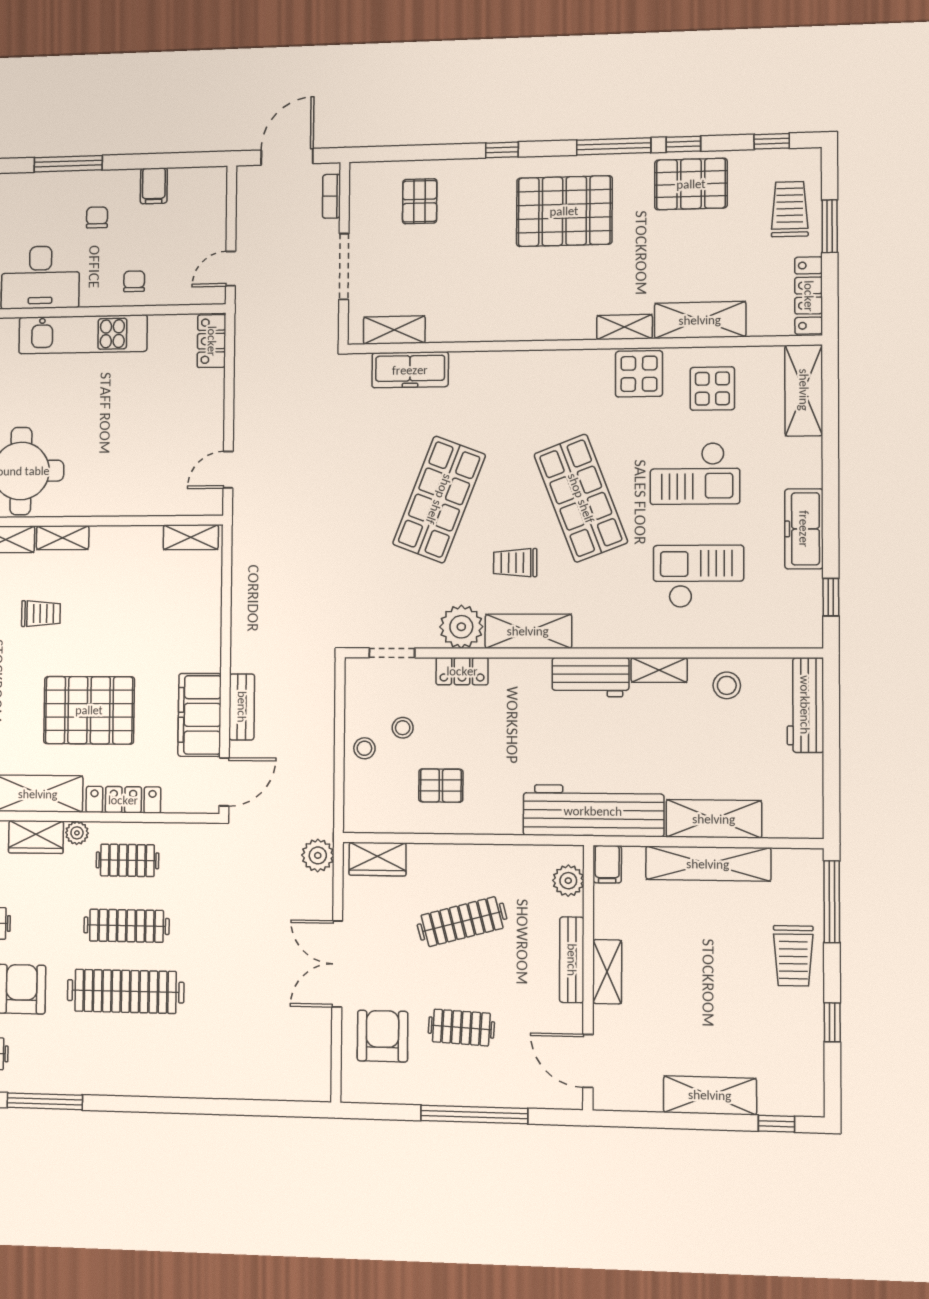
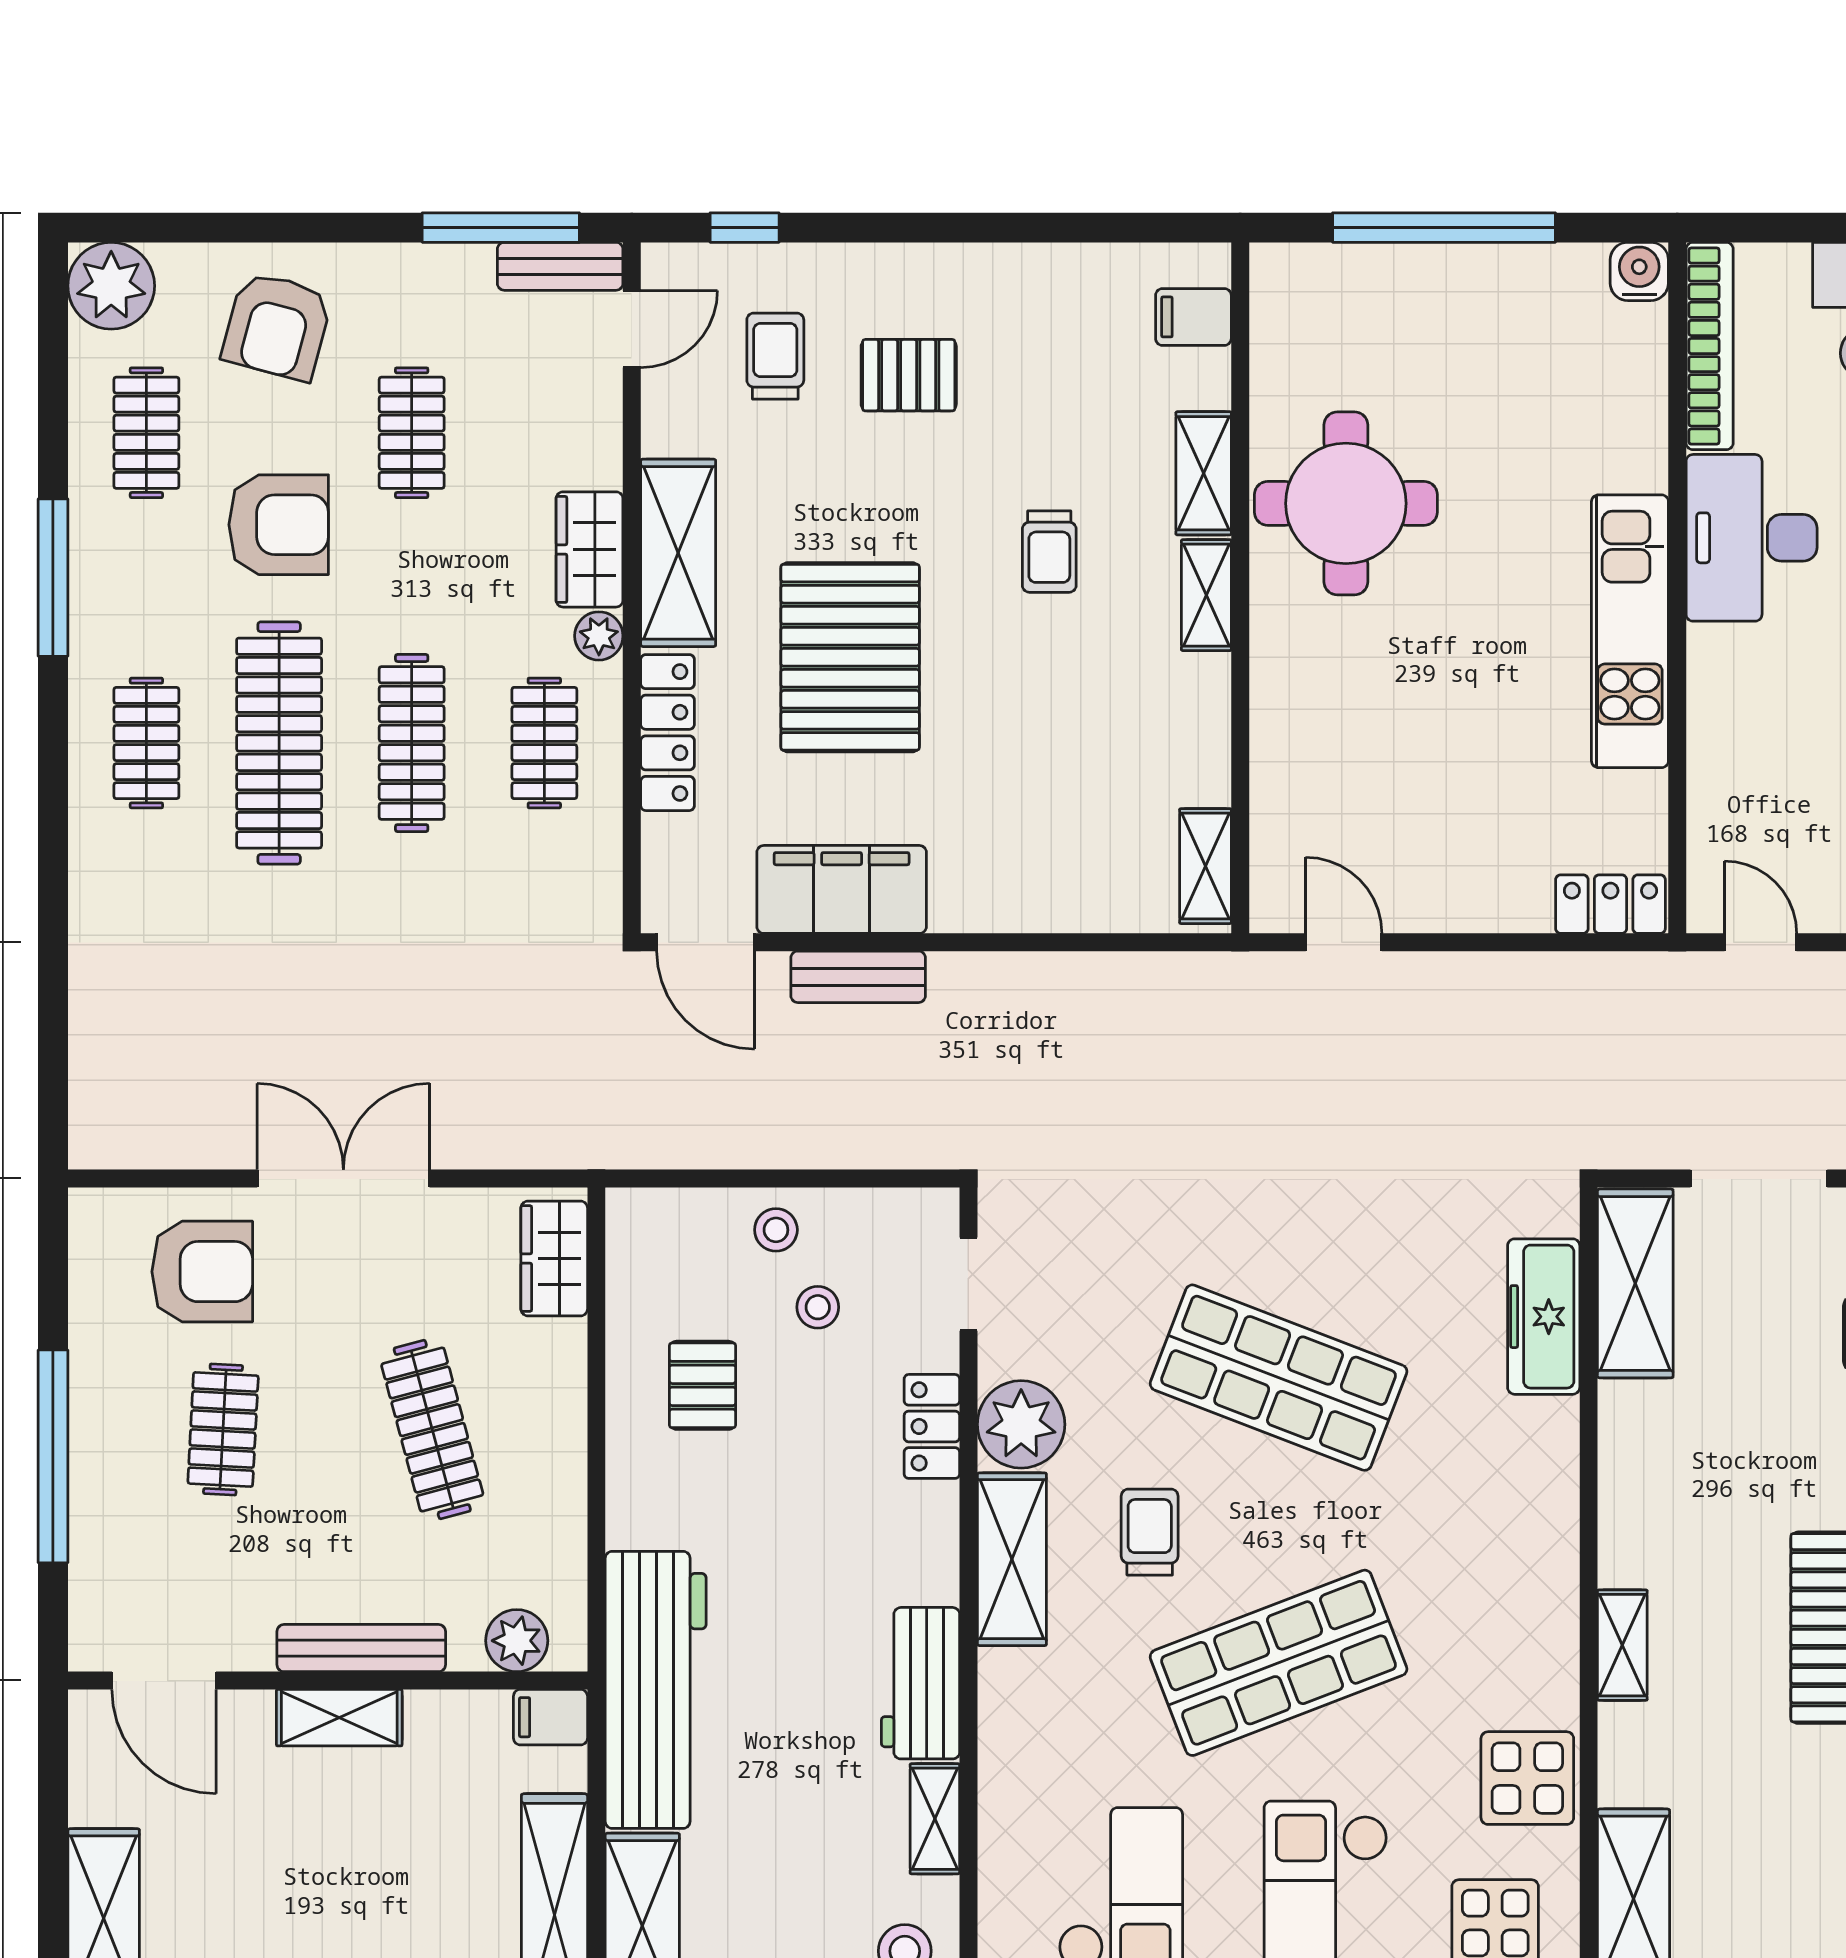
chair: (134, 281) -> (1739, 739), removed
shelving: (624, 327) -> (1622, 1645), moved
shelving: (394, 330) -> (1635, 1283), width x1.50, depth x1.33
plant: (318, 855) -> (560, 1137), removed
clothes rail: (124, 1057) -> (146, 743), added
door: (588, 1061) -> (164, 1681), swing flipped

